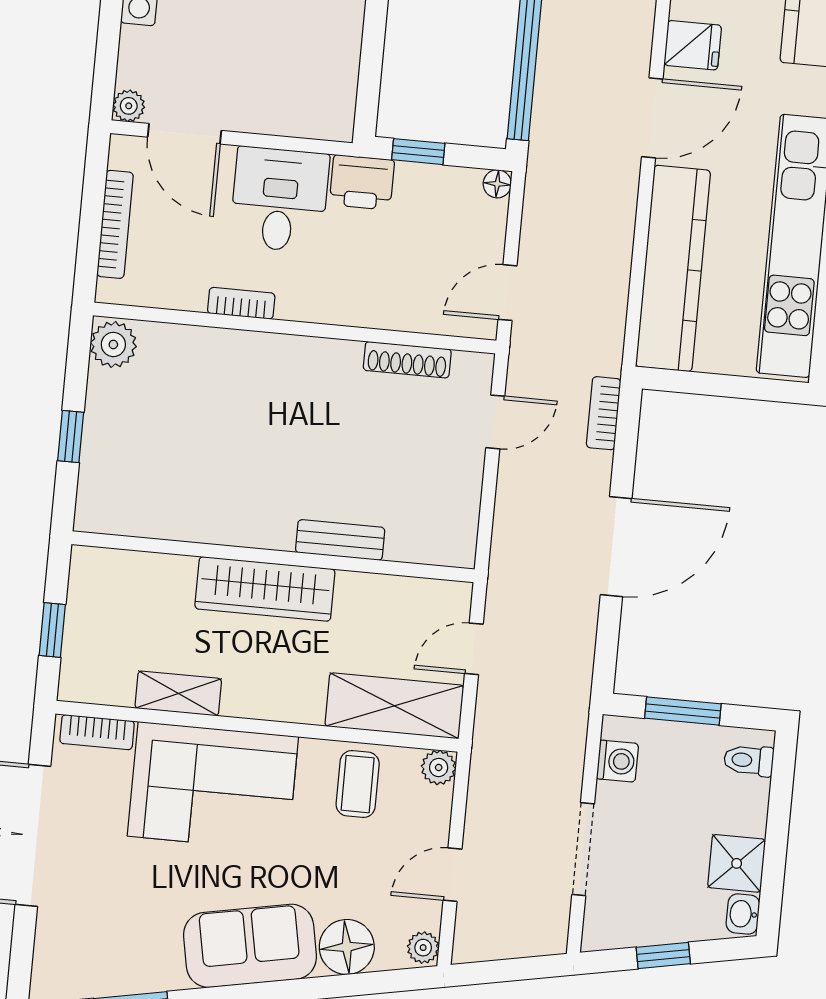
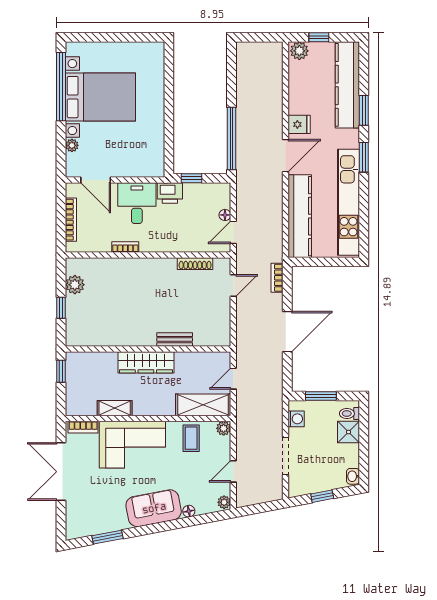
plant: (129, 106) -> (72, 145), moved
floor lamp: (497, 184) -> (225, 215), moved
plant: (113, 344) -> (75, 285), moved
window: (52, 630) -> (61, 371), moved
shower: (737, 863) -> (349, 432), moved
floor lamp: (347, 947) -> (189, 511), width x0.53, depth x0.53

